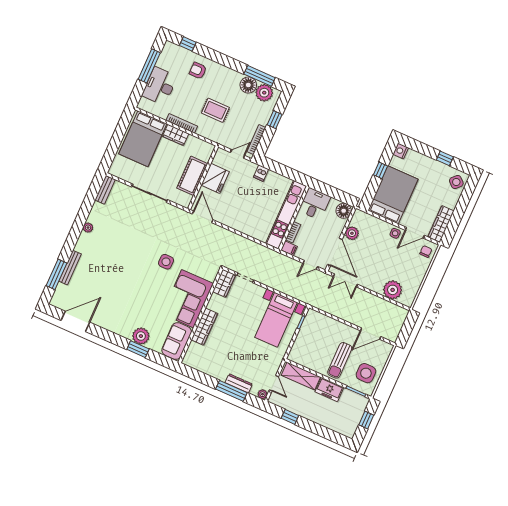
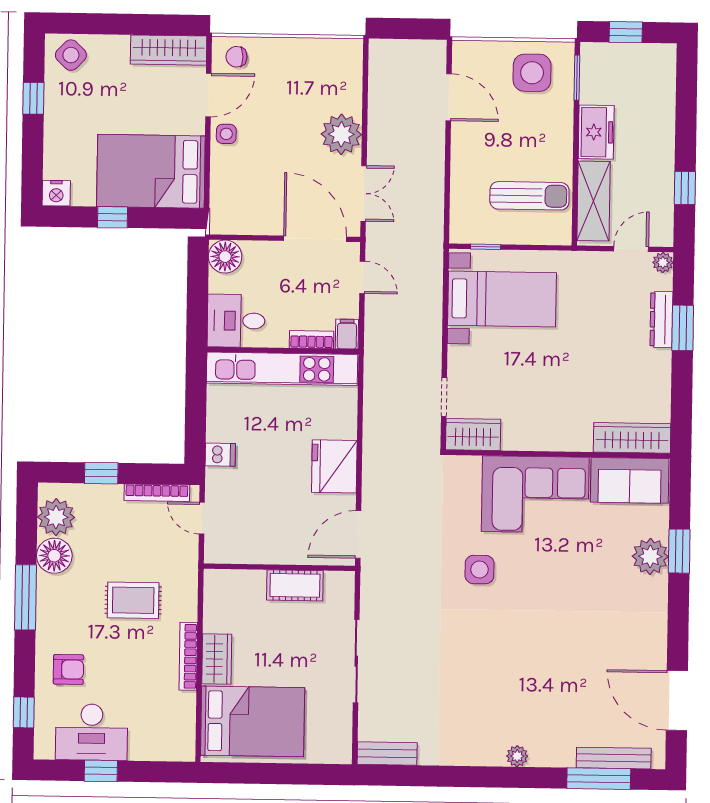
window: (149, 66) -> (101, 771), width x0.46
armchair: (198, 71) -> (68, 669), turned -90
window: (260, 76) -> (26, 597), moved
desk: (160, 86) -> (92, 732), moved
rug: (215, 110) -> (133, 600), turned 90
cot: (192, 176) -> (295, 585), width x0.73, depth x0.75
fridge: (215, 178) -> (334, 466), moved, turned -90
plant: (88, 228) -> (517, 756), moved
plant: (352, 233) -> (263, 221), removed
door: (415, 233) -> (208, 95), hinge flipped
door: (335, 252) -> (315, 239), hinge flipped
bench: (70, 268) -> (614, 758), moved
plant: (393, 290) -> (341, 134), moved
wardrobe: (204, 327) -> (632, 438), moved
sun lounger: (340, 360) -> (529, 196), moved
window: (231, 391) -> (683, 328), width x0.69

